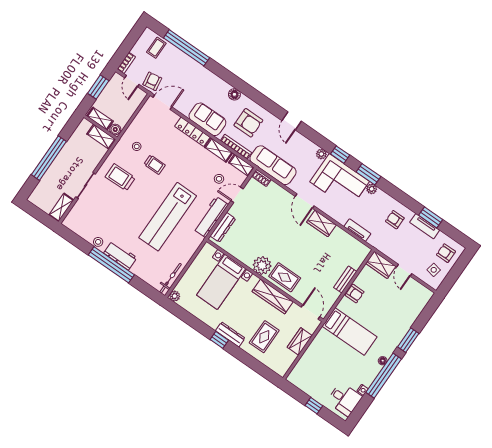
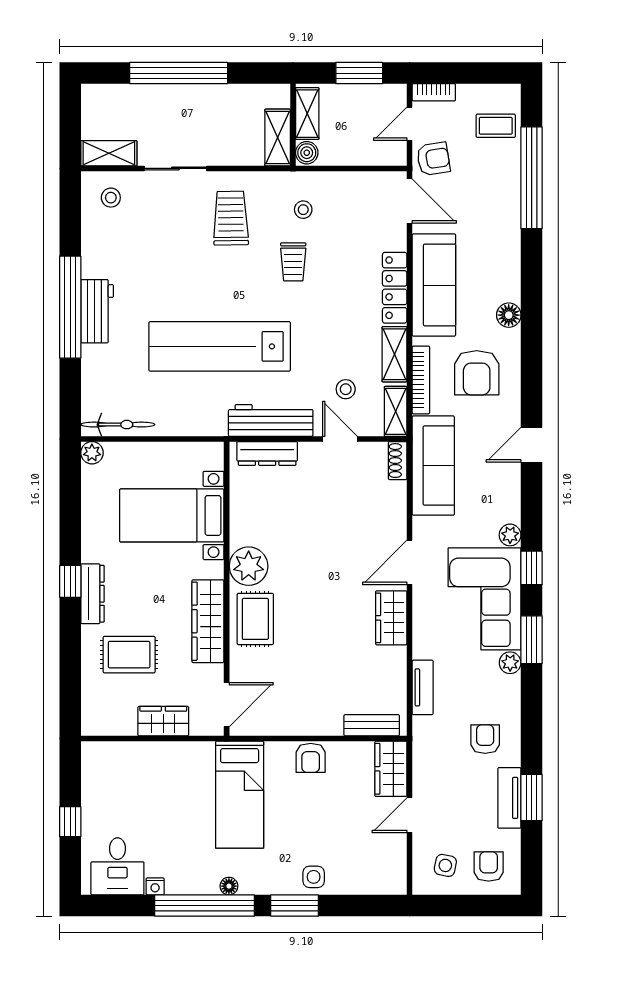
sofa: (207, 119) -> (434, 285), width x1.36
stool: (98, 242) -> (111, 198), moved
bench: (345, 280) -> (372, 725), moved
side table: (402, 325) -> (314, 877), added

